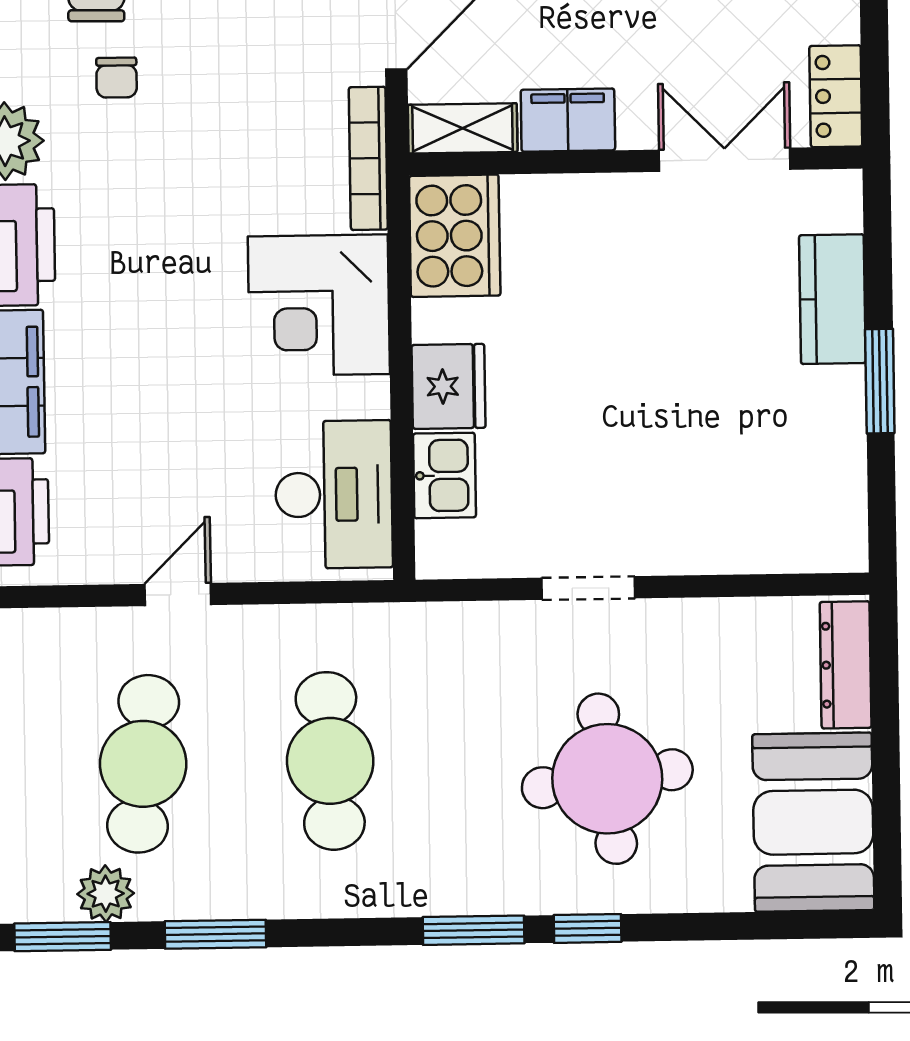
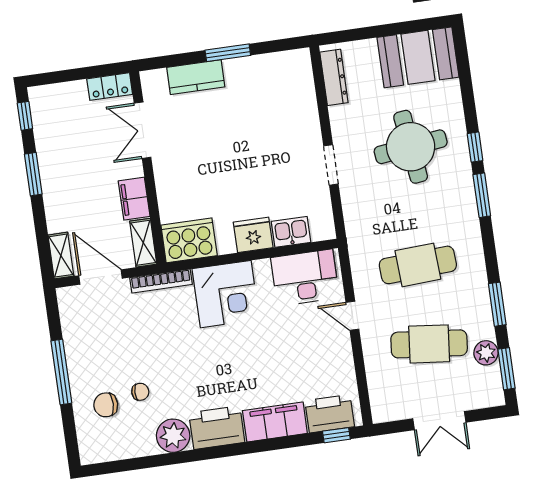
door: (178, 594) -> (352, 316), moved
dresser: (846, 665) -> (334, 77), moved, turned -90

